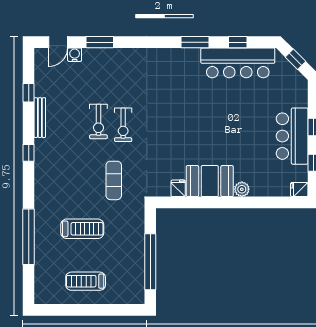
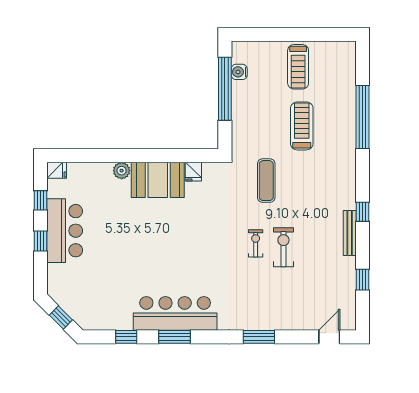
window: (100, 42) -> (259, 337), moved
water cooler: (75, 55) -> (239, 72), moved, turned 90
bar counter: (238, 63) -> (175, 313), moved
bench: (40, 118) -> (350, 233), moved
exercise bike: (123, 125) -> (256, 243), width x0.73, depth x0.72
treadmill: (82, 229) -> (302, 126), turned 90
treadmill: (86, 281) -> (298, 67), turned 90

